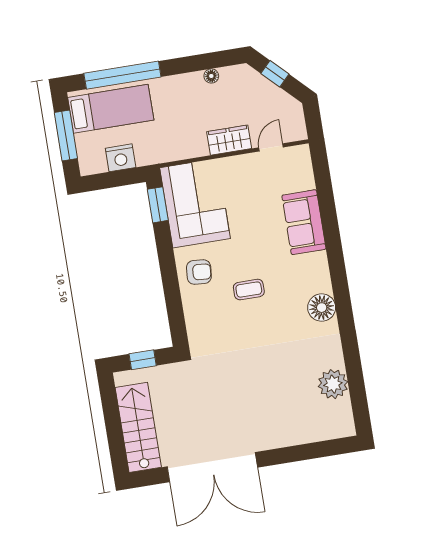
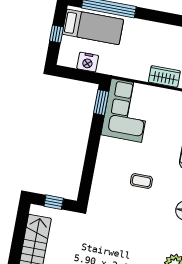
floor lamp: (211, 76) -> (168, 29), removed
window: (66, 136) -> (57, 34), width x0.46
armchair: (199, 272) -> (112, 157), removed

